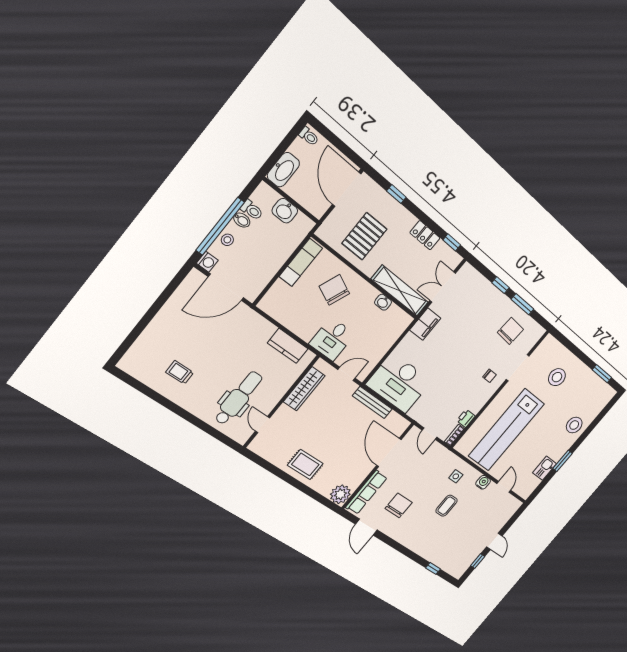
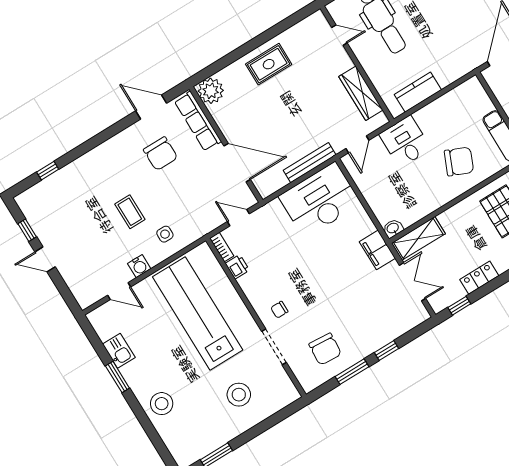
shelving: (400, 291) -> (418, 238), width x0.68
washbasin: (383, 302) -> (393, 228), moved

